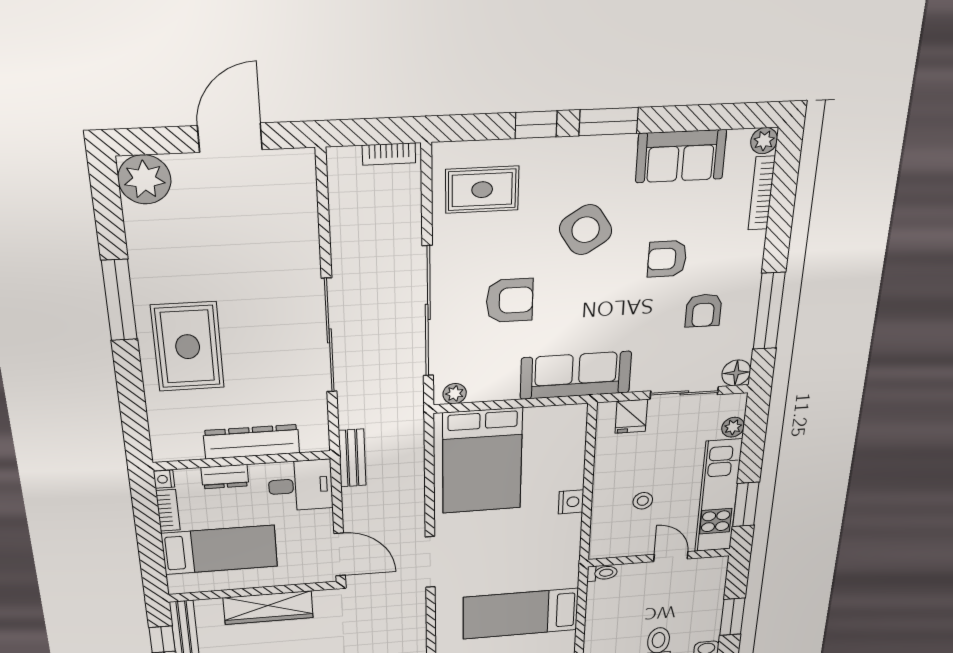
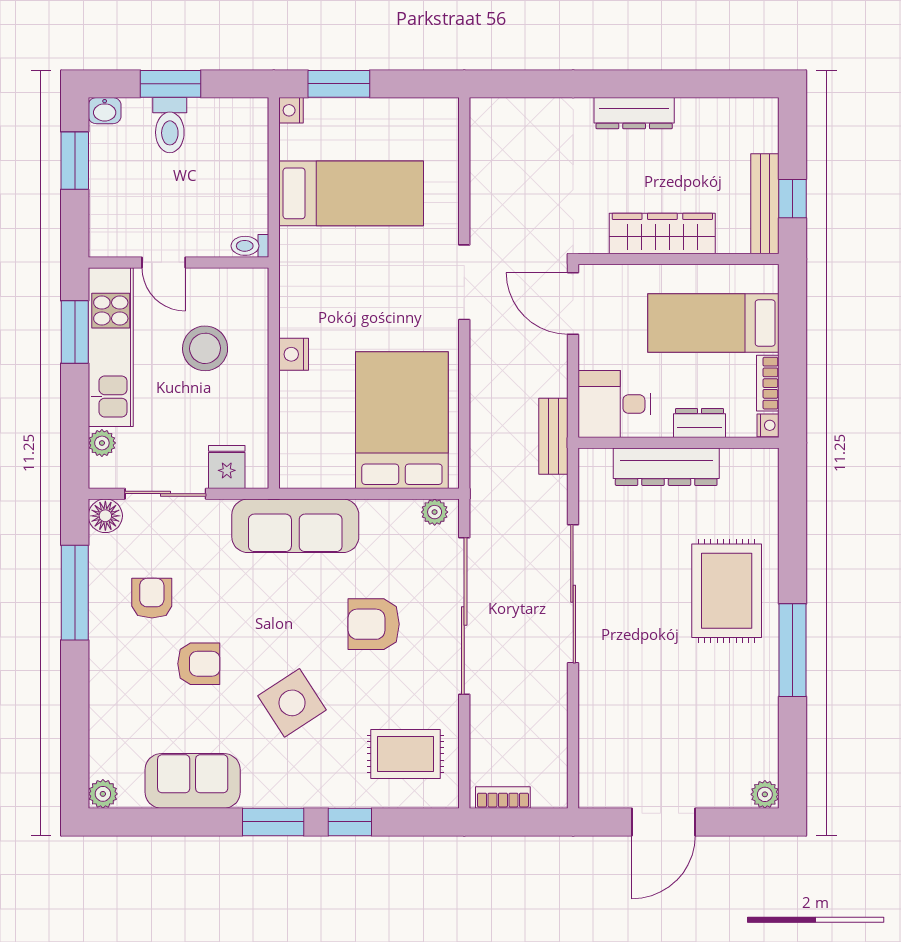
plant: (144, 179) -> (765, 794), width x0.53, depth x0.53
bookcase: (762, 193) -> (99, 735), removed
stool: (643, 501) -> (205, 348), width x1.89, depth x1.89

